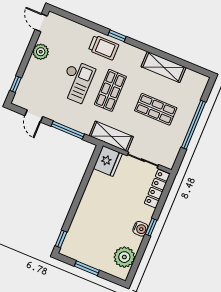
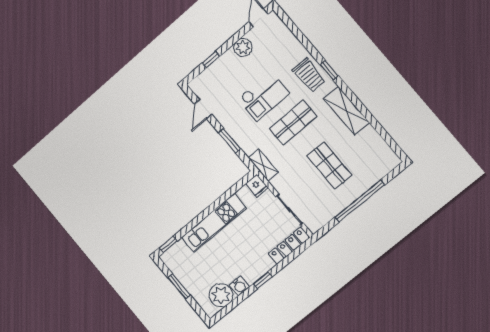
shelving: (164, 67) -> (347, 111), moved
window: (16, 84) -> (211, 60), moved
window: (68, 130) -> (230, 141), width x0.69
shelving: (111, 136) -> (263, 165), width x0.67, depth x0.75
fridge: (108, 161) -> (257, 186), width x0.53, depth x0.75
kitchen unit: (89, 202) -> (214, 223), added
water cooler: (140, 229) -> (239, 286), moved

